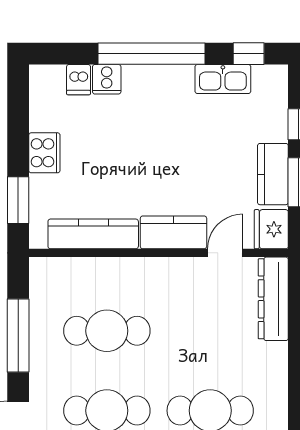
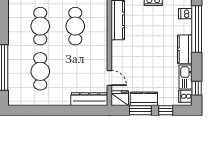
window: (151, 54) -> (197, 29), moved
cooker: (107, 79) -> (185, 96), moved
kitchen counter: (173, 232) -> (185, 49), moved, turned 180

